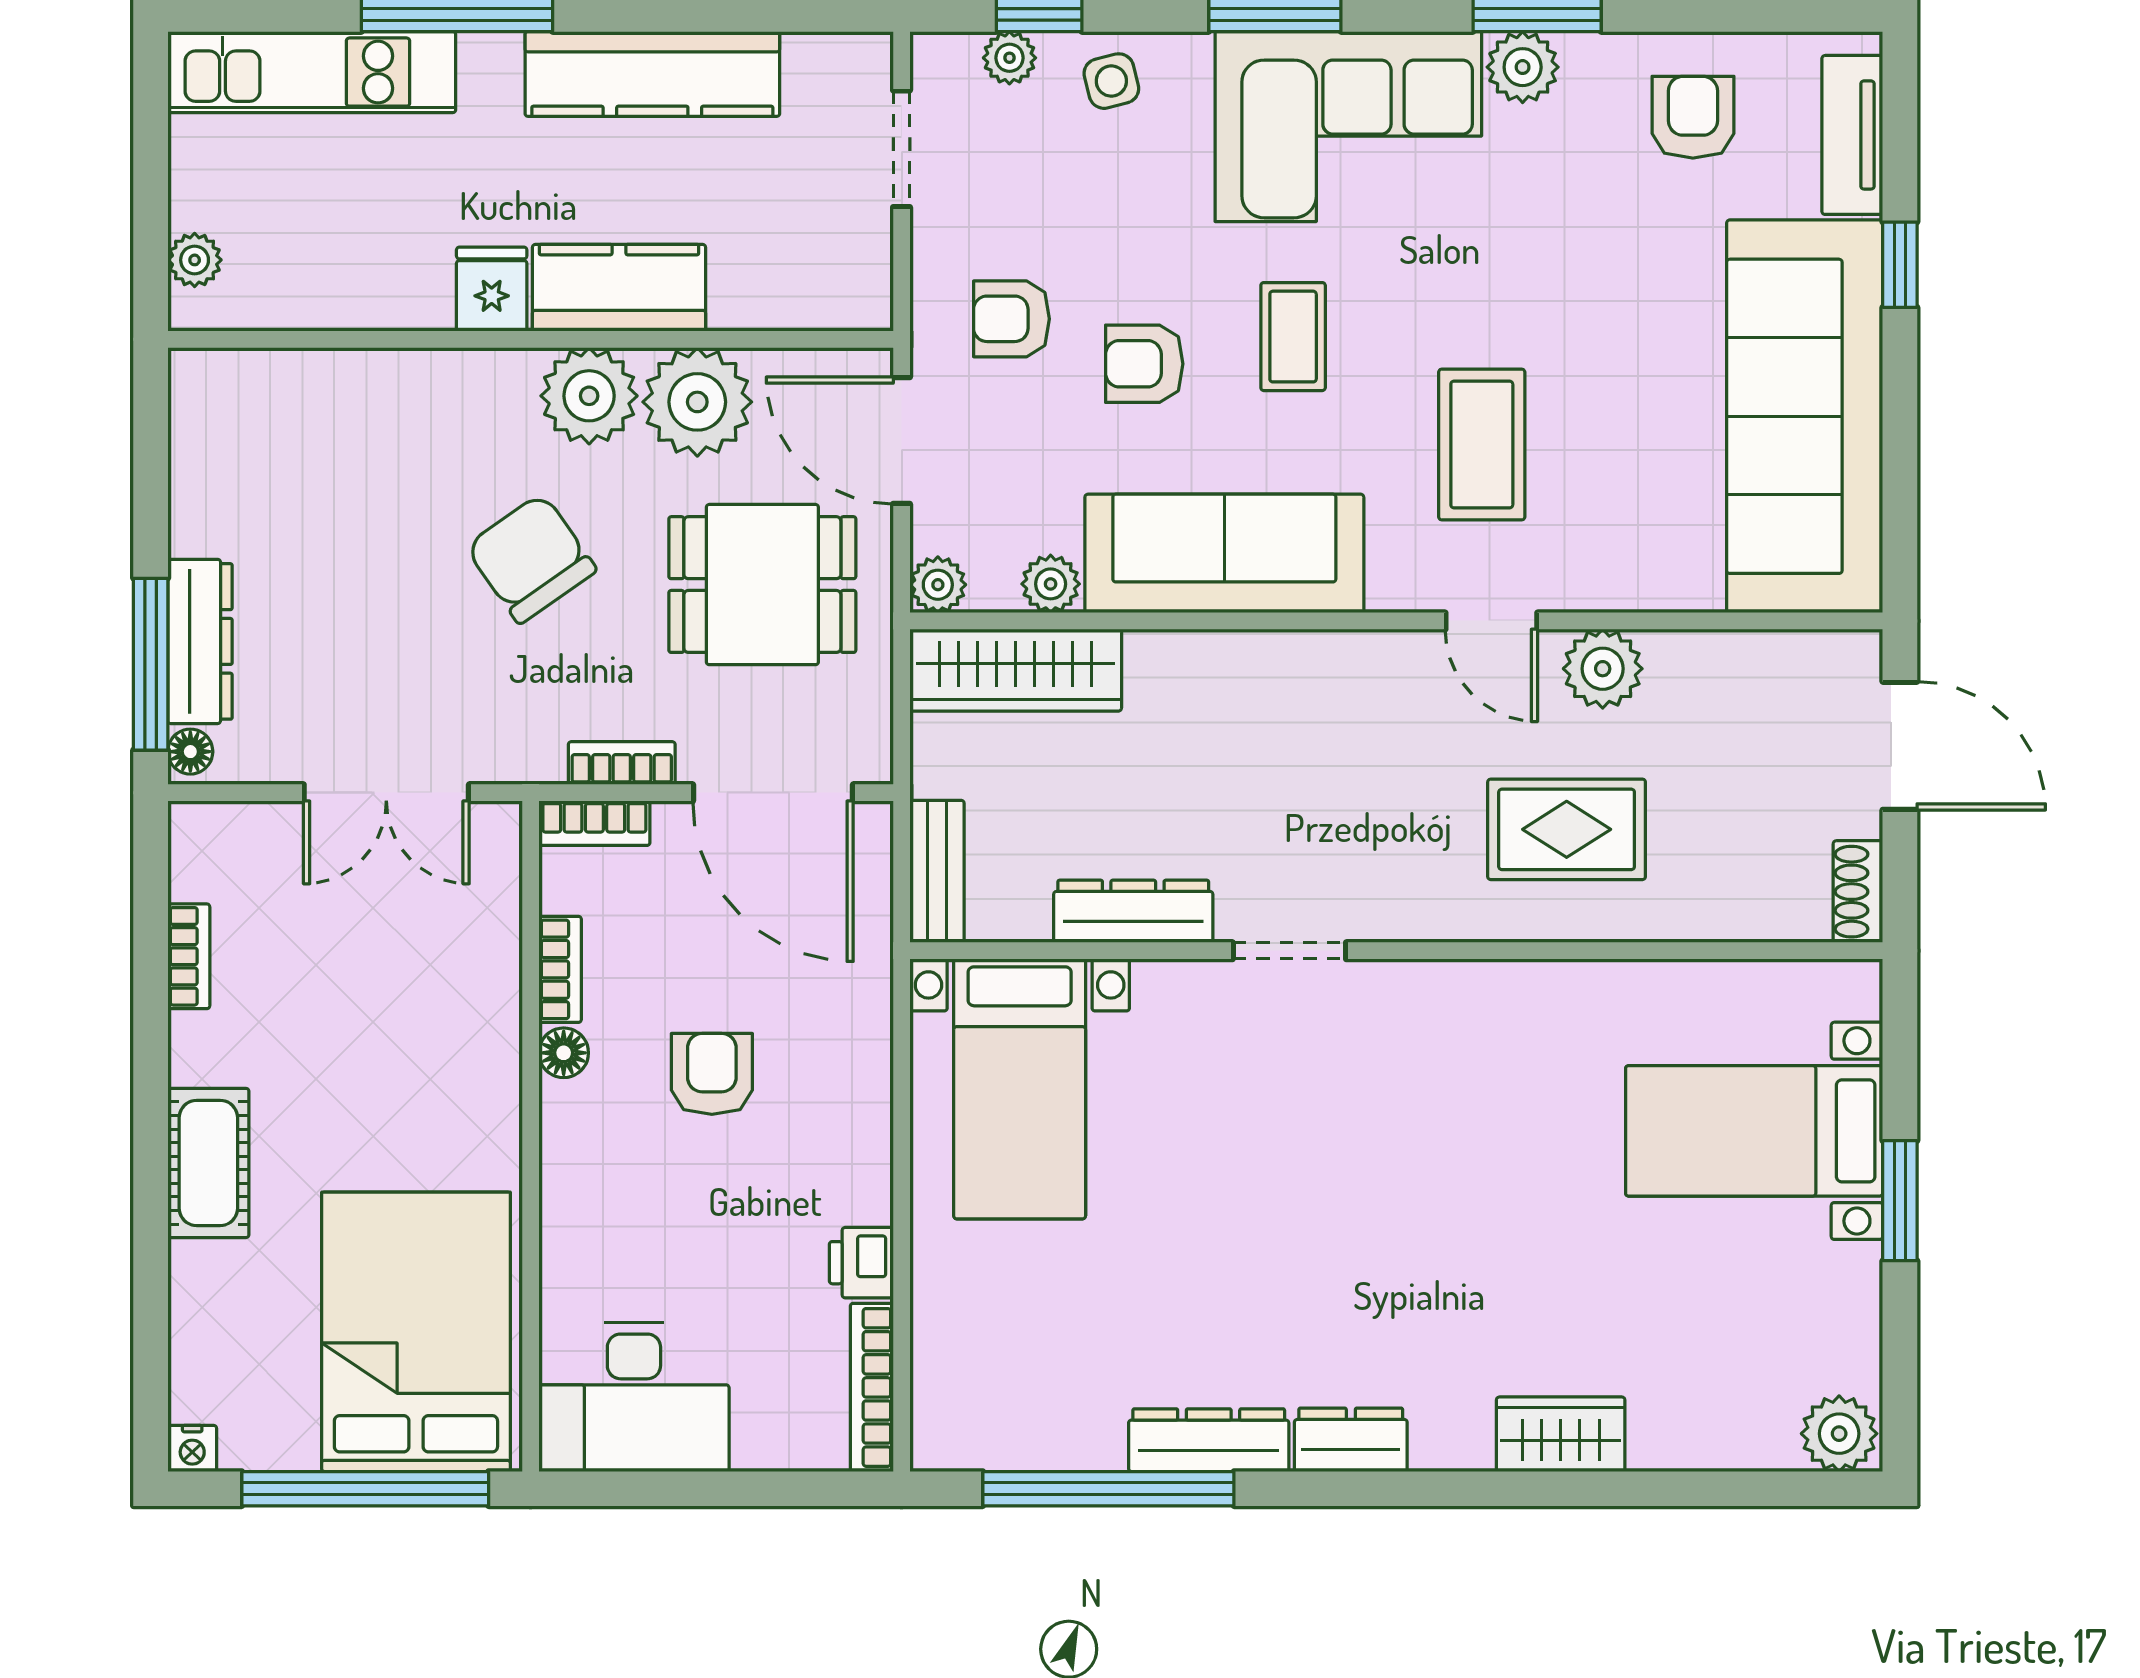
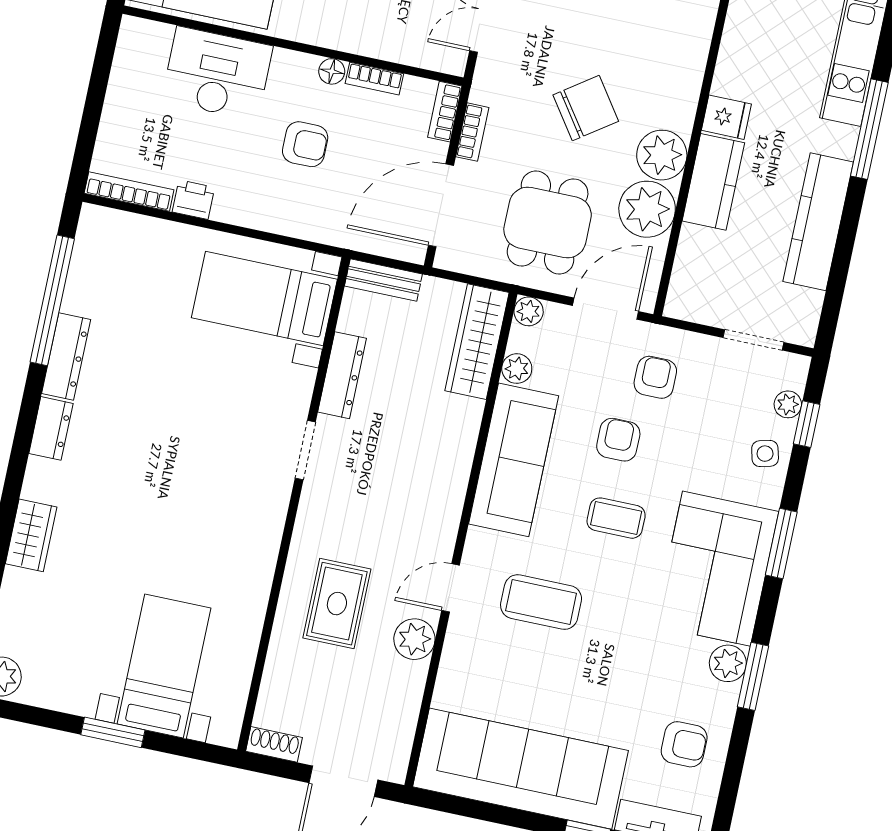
desk: (634, 1397) -> (217, 73), moved, turned 90

